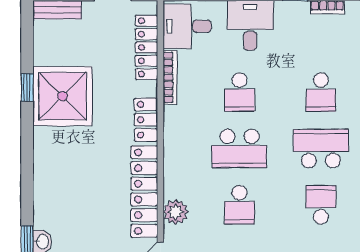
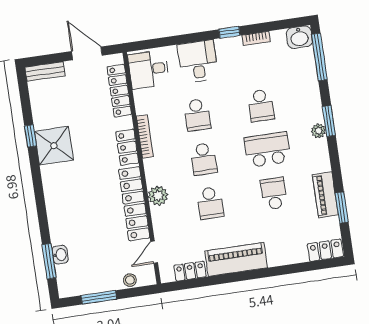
bookcase: (170, 77) -> (145, 137), moved
shower: (63, 96) -> (54, 146), width x0.73, depth x0.73
school desk: (239, 148) -> (204, 159), width x0.54
plant: (176, 212) -> (158, 196), moved

